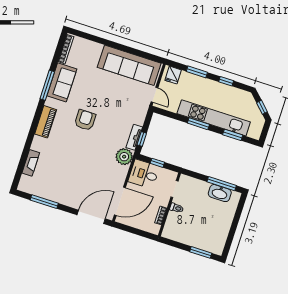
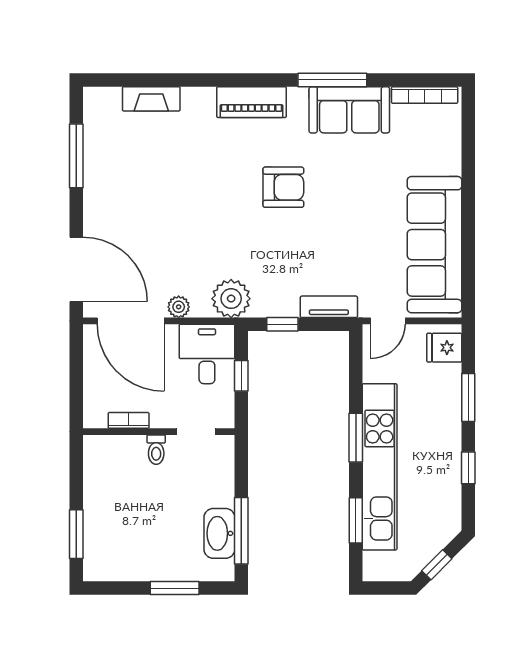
tv unit: (134, 137) -> (329, 307), moved
plant: (121, 179) -> (179, 307), added
window: (236, 219) -> (175, 588), added

